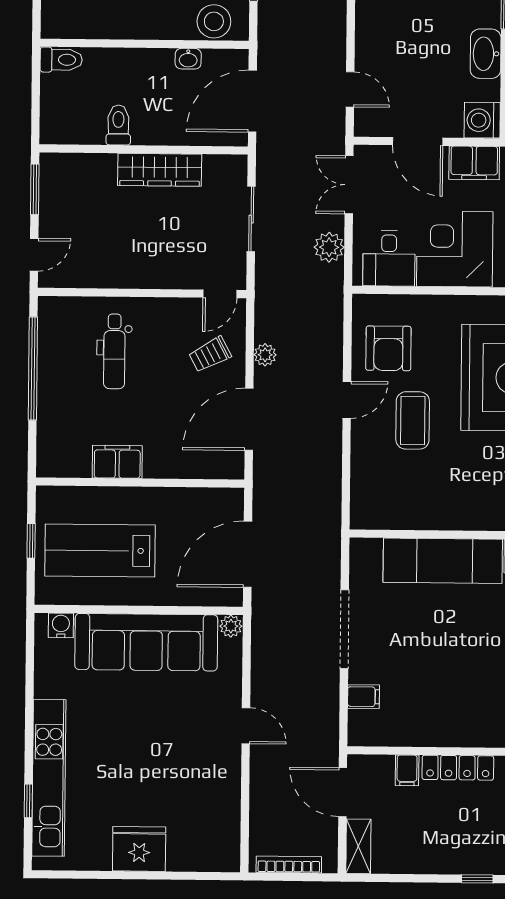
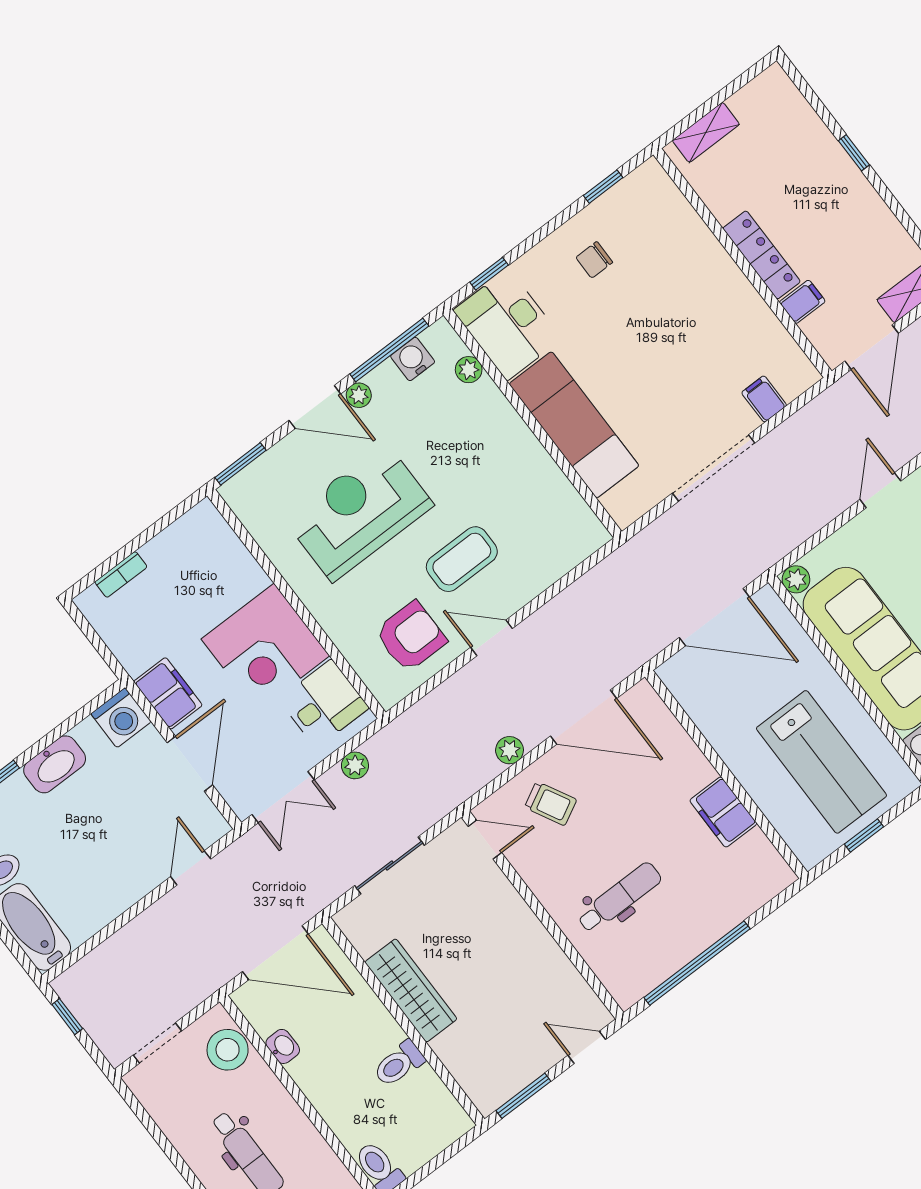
plant: (329, 247) -> (355, 765), width x0.73, depth x0.73

